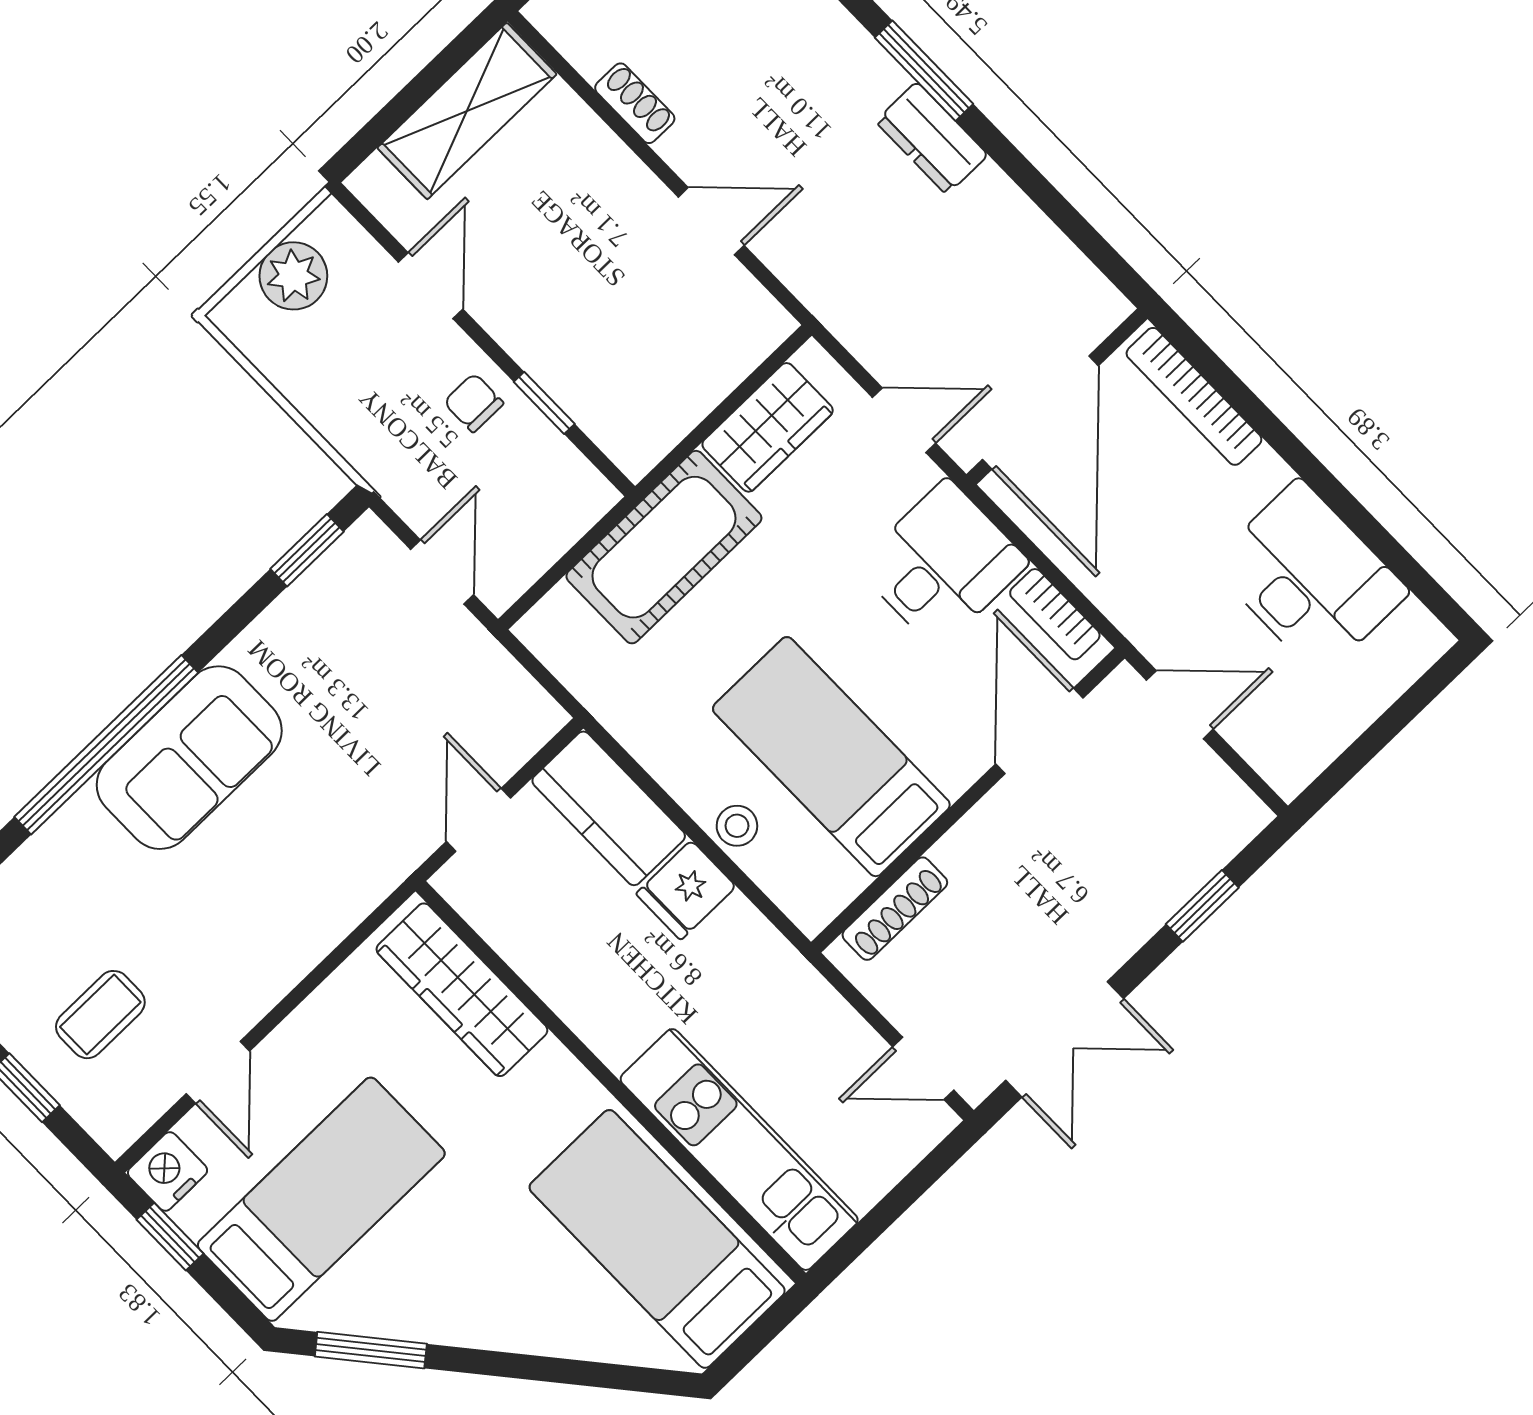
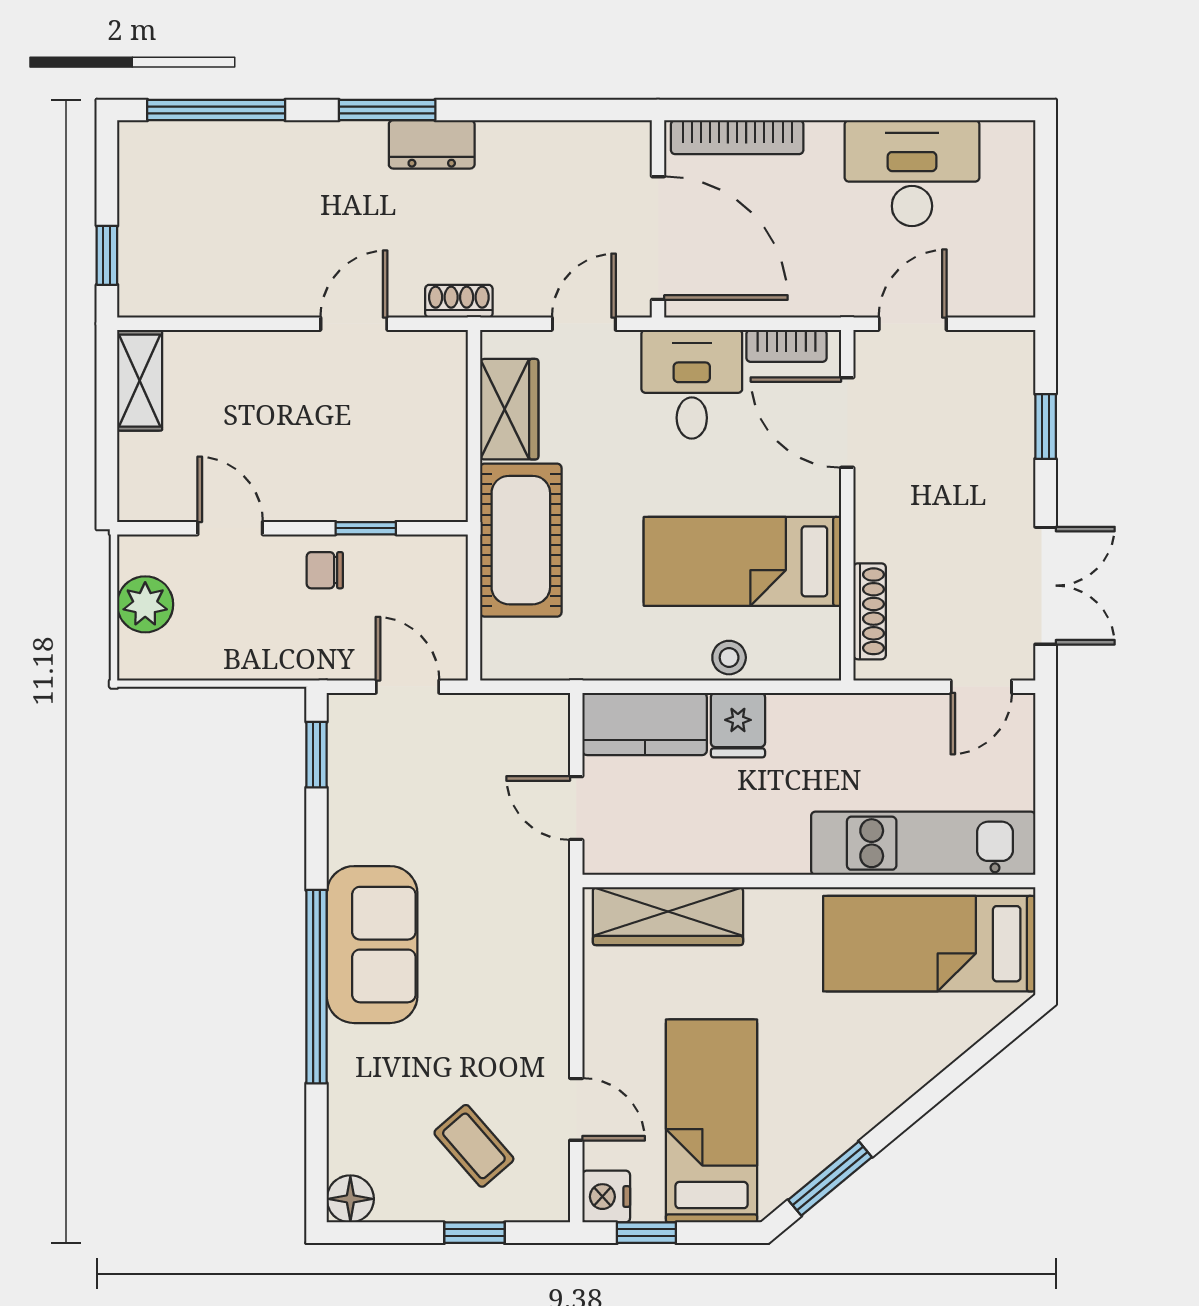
shoe rack: (635, 103) -> (459, 301), moved
shelving: (467, 111) -> (140, 381), width x0.67, depth x0.75
coffee table: (100, 1015) -> (474, 1146), turned -41

